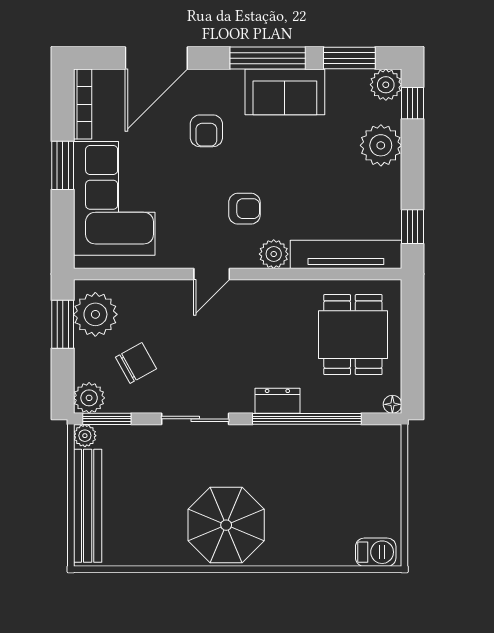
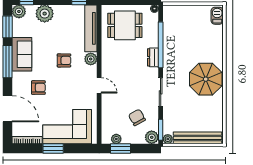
armchair: (244, 209) -> (64, 60), moved, turned 90
plant: (95, 314) -> (116, 139), width x0.53, depth x0.53

